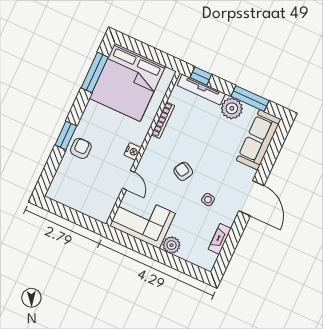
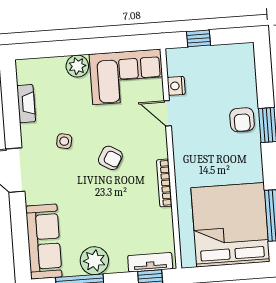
tv unit: (201, 90) -> (150, 262), width x0.71
bookcase: (163, 120) -> (164, 183), moved
nightstand: (133, 151) -> (176, 86), moved
window: (80, 219) -> (199, 38), added

